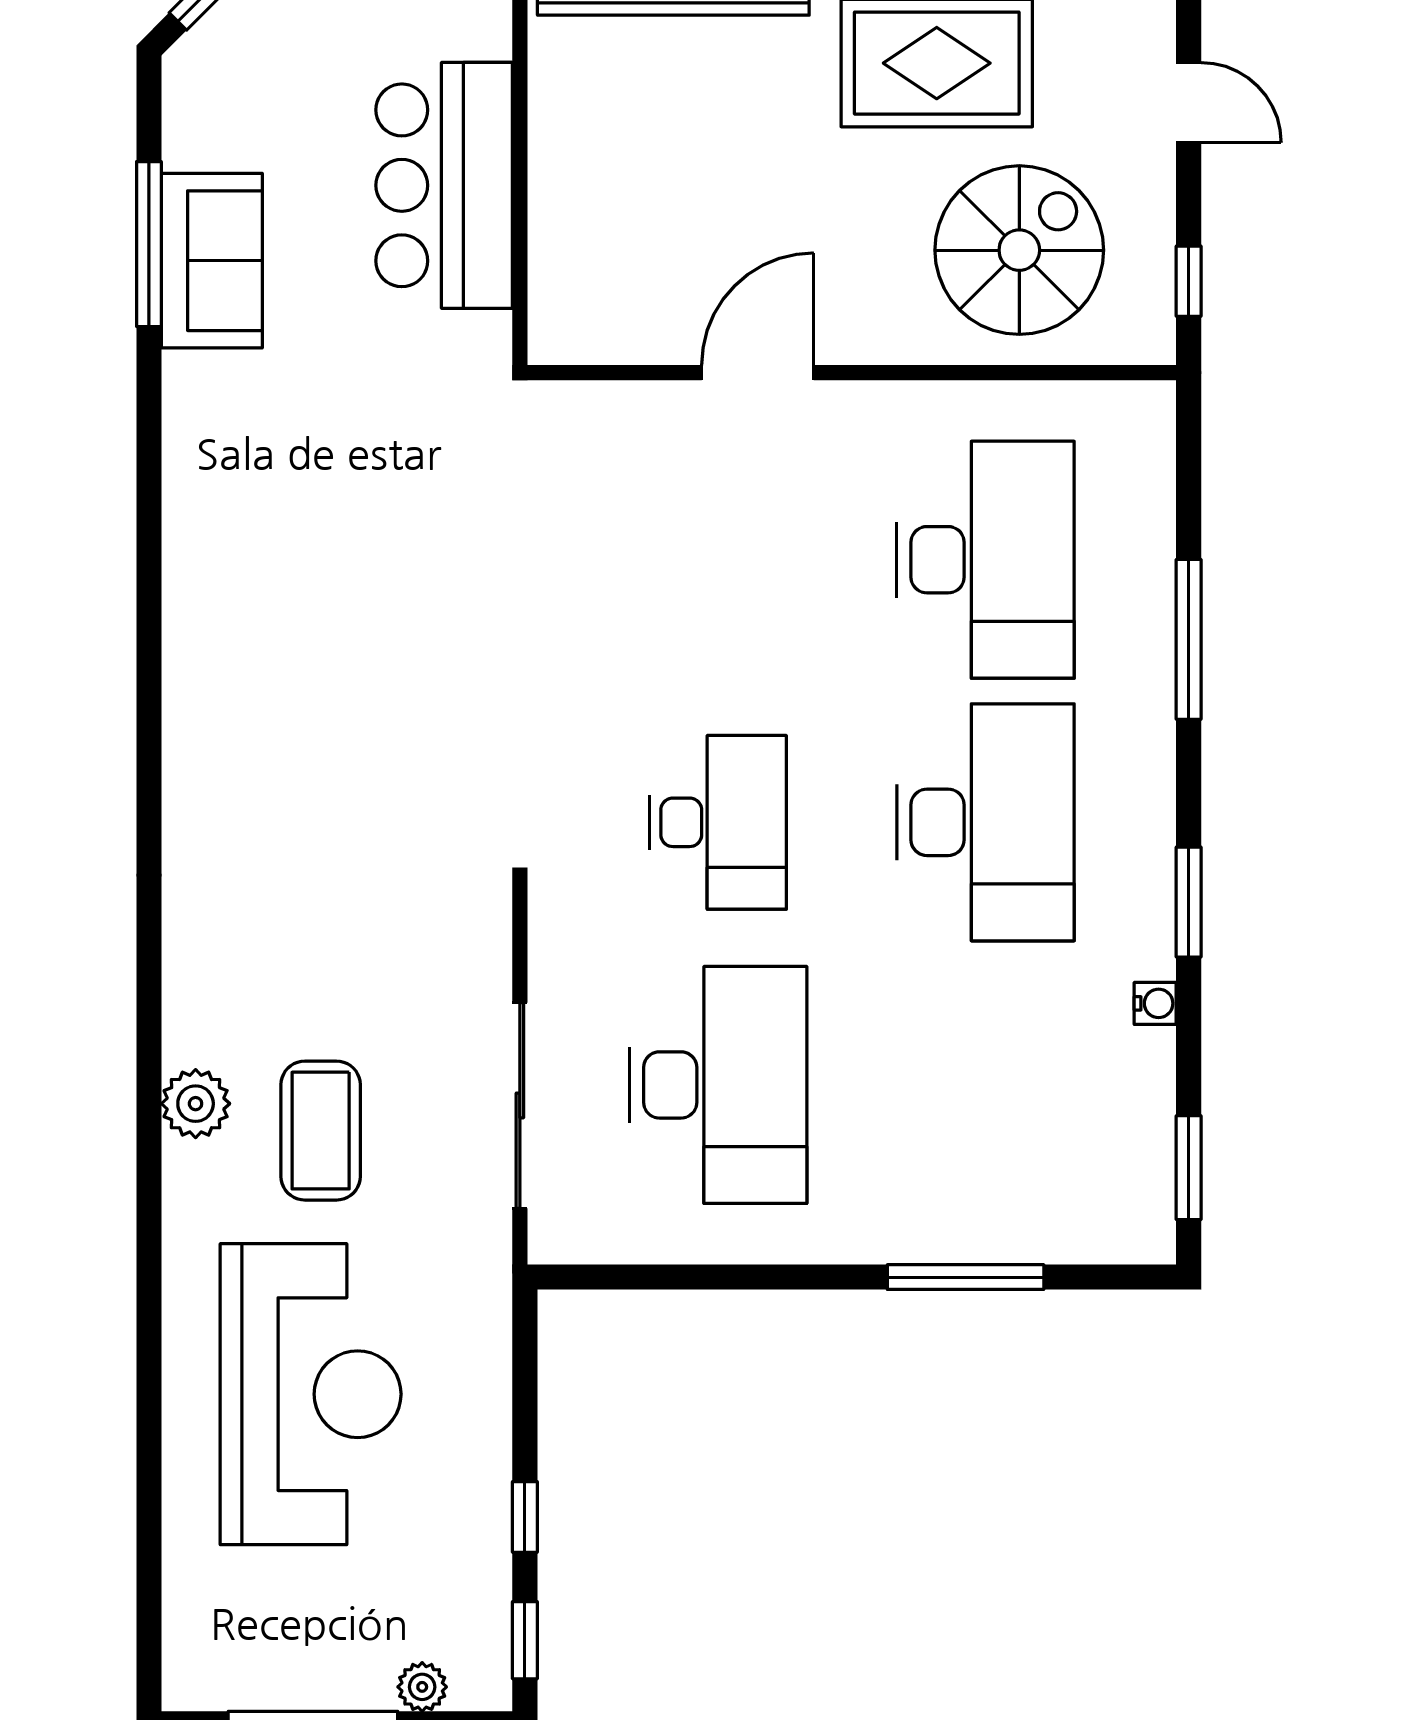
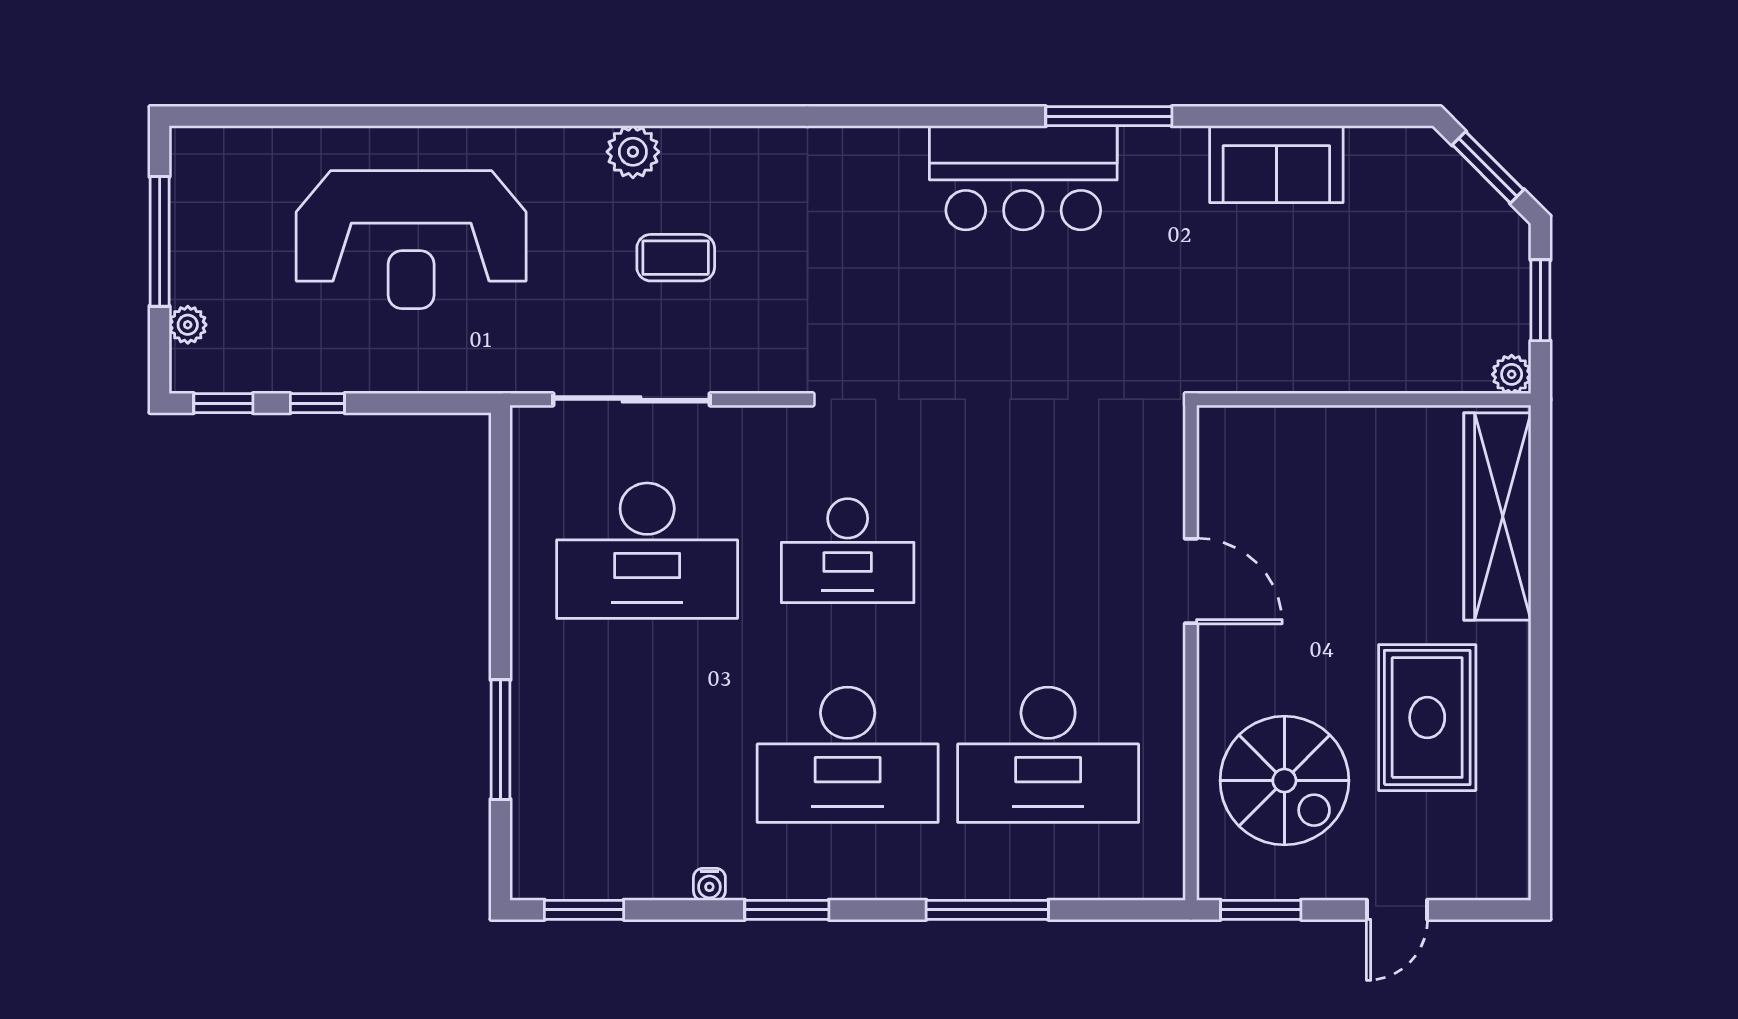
bar counter: (444, 185) -> (1023, 178), moved, turned 180
window: (149, 244) -> (1109, 116), moved
window: (1189, 281) -> (1261, 910), width x1.50
coffee table: (321, 1131) -> (676, 258), moved, width x0.73, depth x0.77

